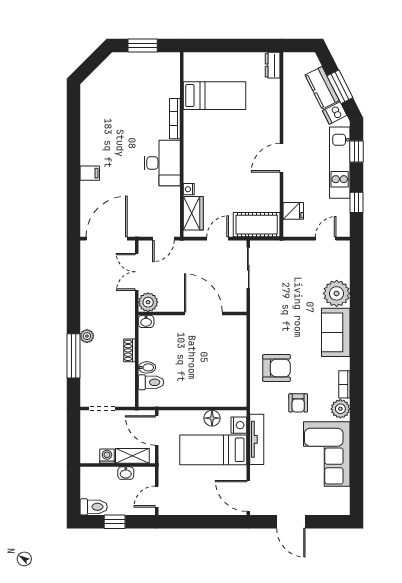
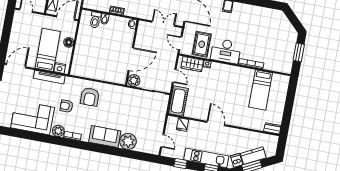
rug: (158, 204) -> (202, 44), added
plant: (148, 302) -> (134, 80), moved
floor lamp: (212, 418) -> (69, 42), moved

